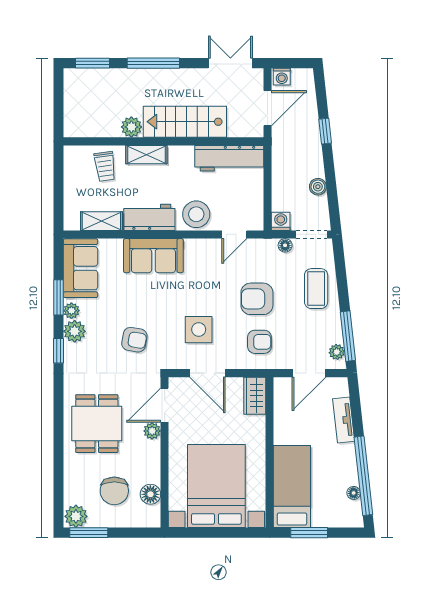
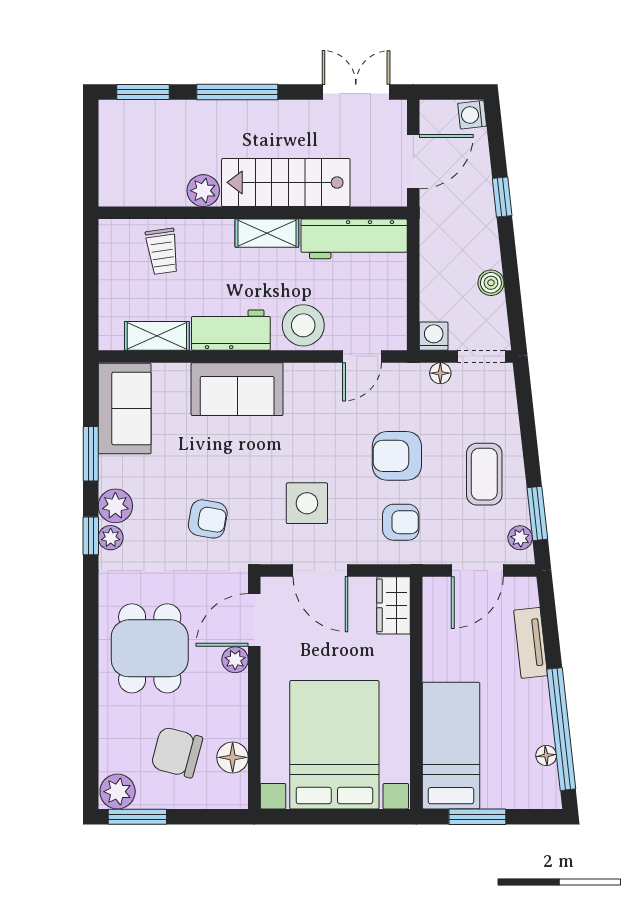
washing machine: (282, 77) -> (472, 115), moved, turned 84
shelving: (146, 155) -> (267, 233), moved
coffee table: (316, 289) -> (484, 474), moved
plant: (71, 311) -> (111, 538), moved
window: (348, 336) -> (537, 513), width x0.69
chair: (114, 491) -> (177, 752), turned 105

